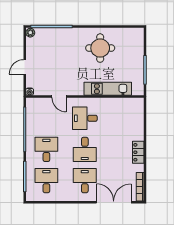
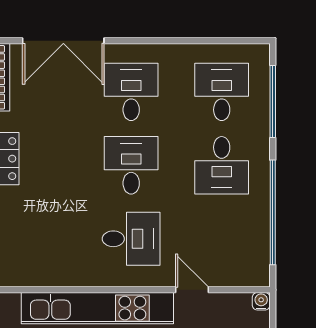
kitchen unit: (108, 89) -> (97, 308), width x1.36
desk: (46, 181) -> (222, 92), turned 180
desk: (85, 181) -> (131, 92), turned 180

